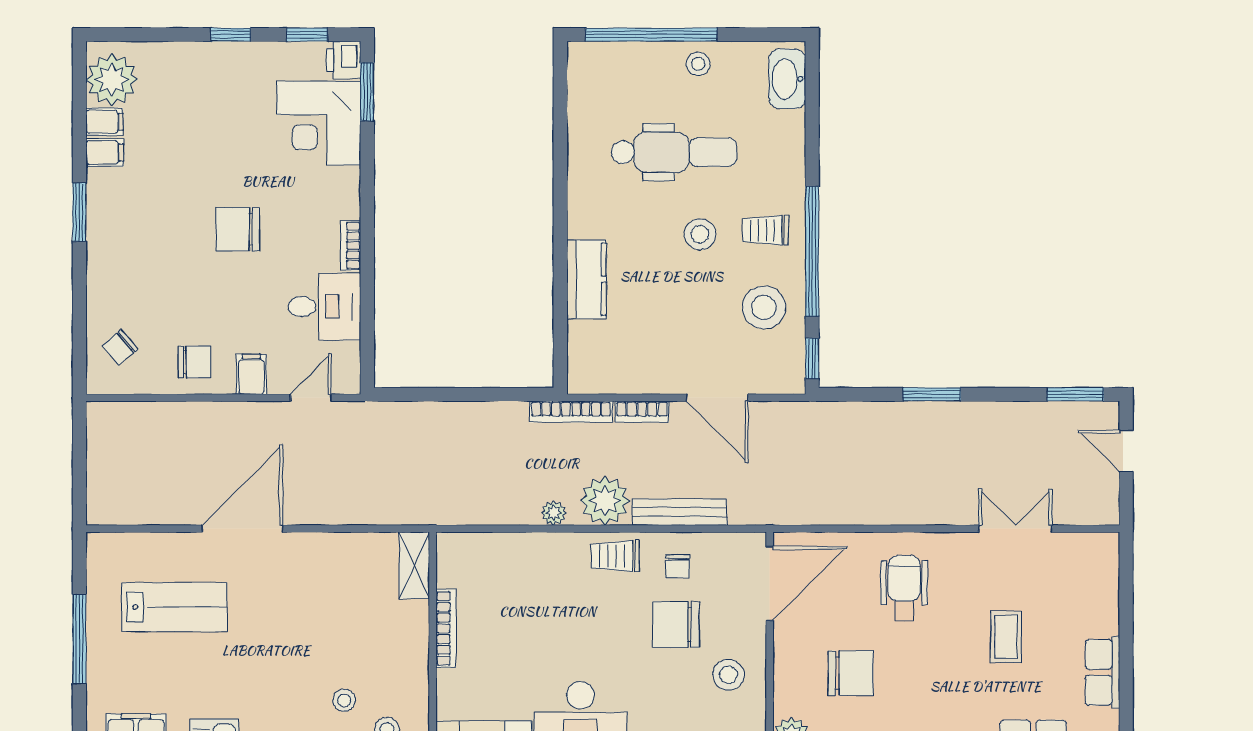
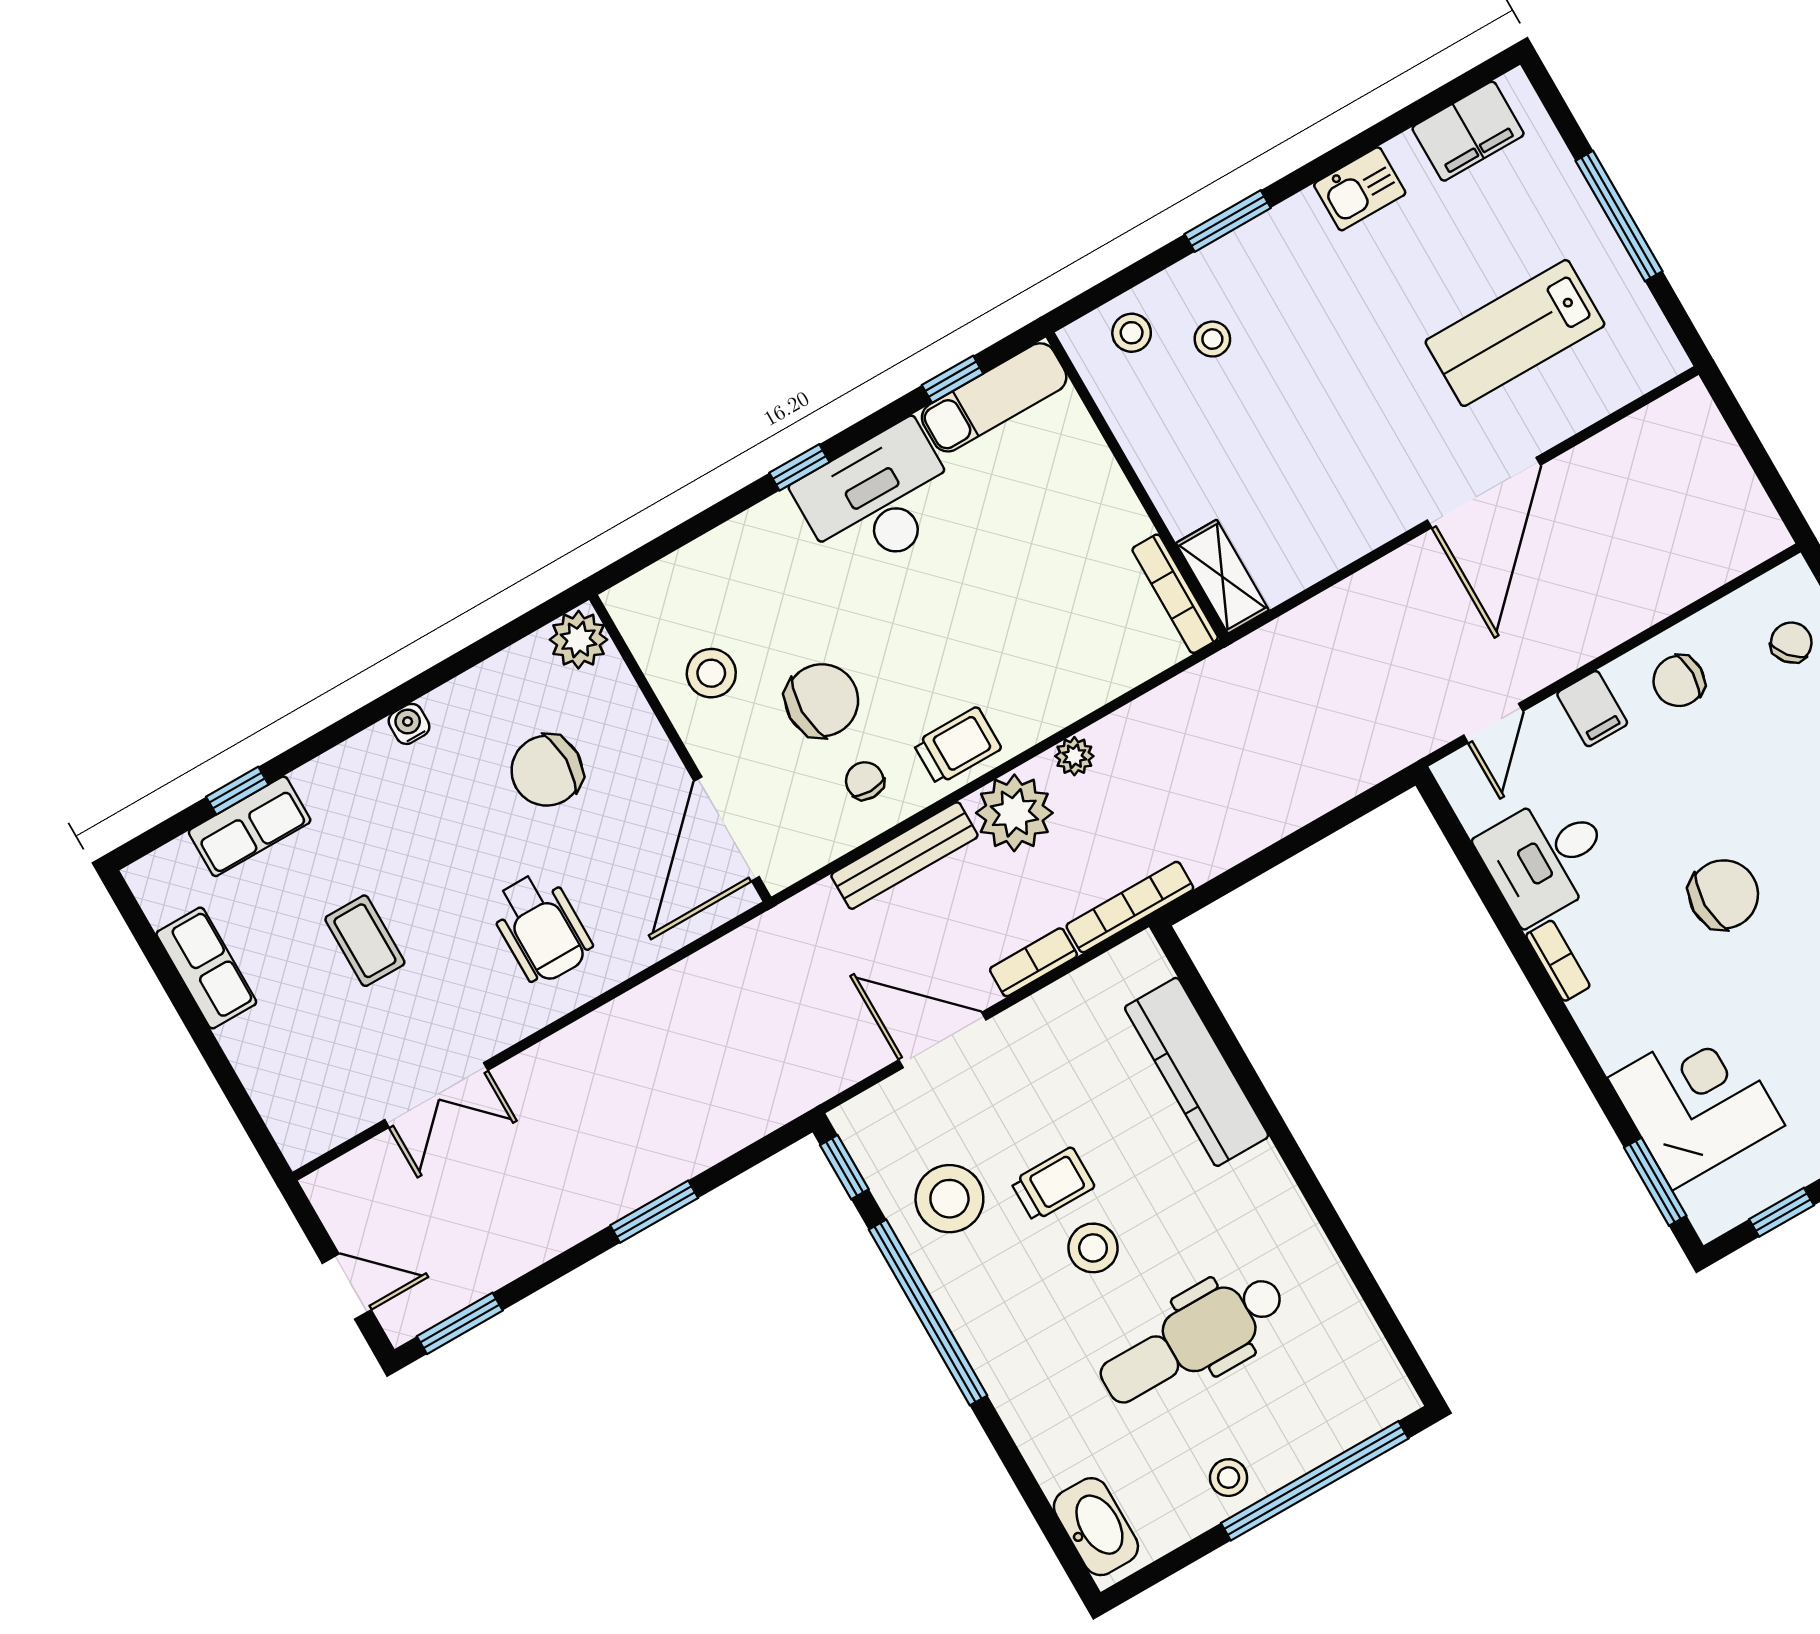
printer: (344, 60) -> (1712, 1206), removed
trolley: (765, 230) -> (1053, 1184), moved
kitchen counter: (586, 279) -> (1197, 1072), width x1.50
bookcase: (446, 628) -> (1175, 594), moved

